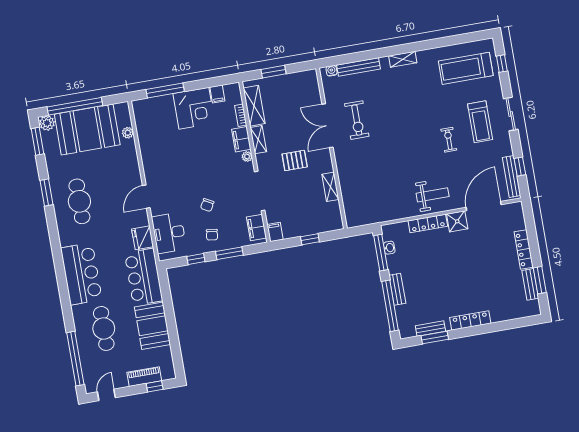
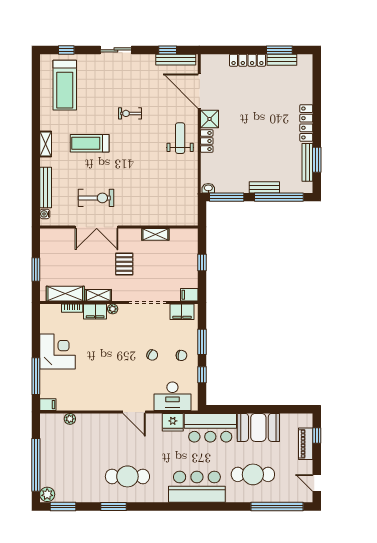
filing cabinet: (217, 94) -> (48, 405), moved
treadmill: (480, 122) -> (90, 143), moved, turned 180
booth: (87, 130) -> (60, 457), removed
locker: (428, 224) -> (207, 141), width x0.66
washbasin: (389, 248) -> (208, 188), moved
bench: (430, 328) -> (307, 162), width x1.36

